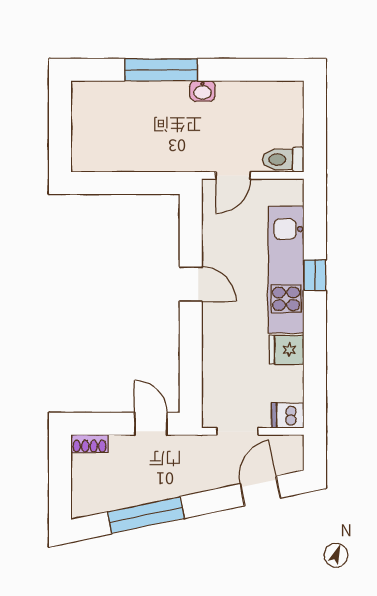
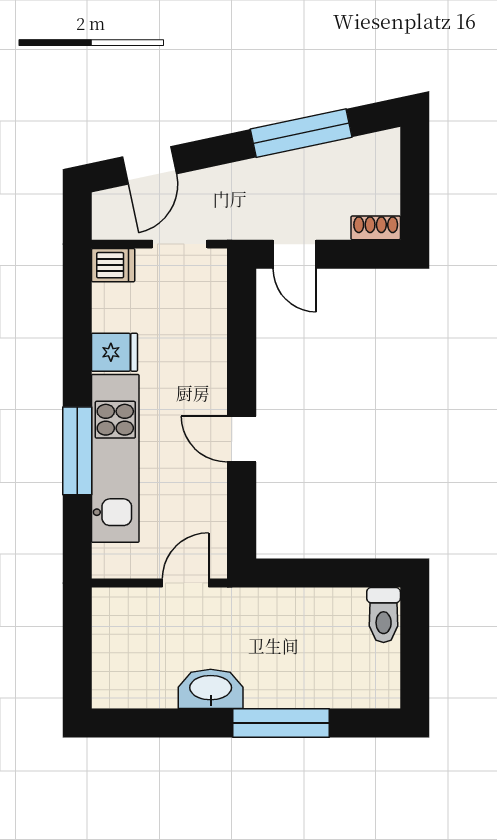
washbasin: (202, 91) -> (211, 689), width x1.91, depth x1.45
toilet: (283, 160) -> (384, 615), moved, turned 90
window: (315, 275) -> (77, 451), width x2.17

